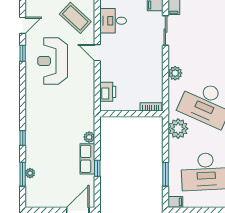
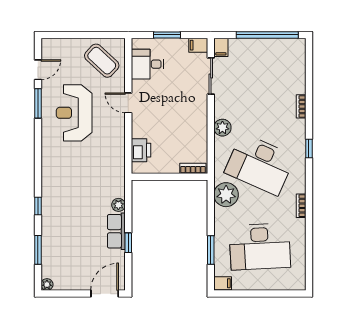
window: (23, 53) -> (38, 103), width x1.50
plant: (30, 173) -> (47, 285), moved

